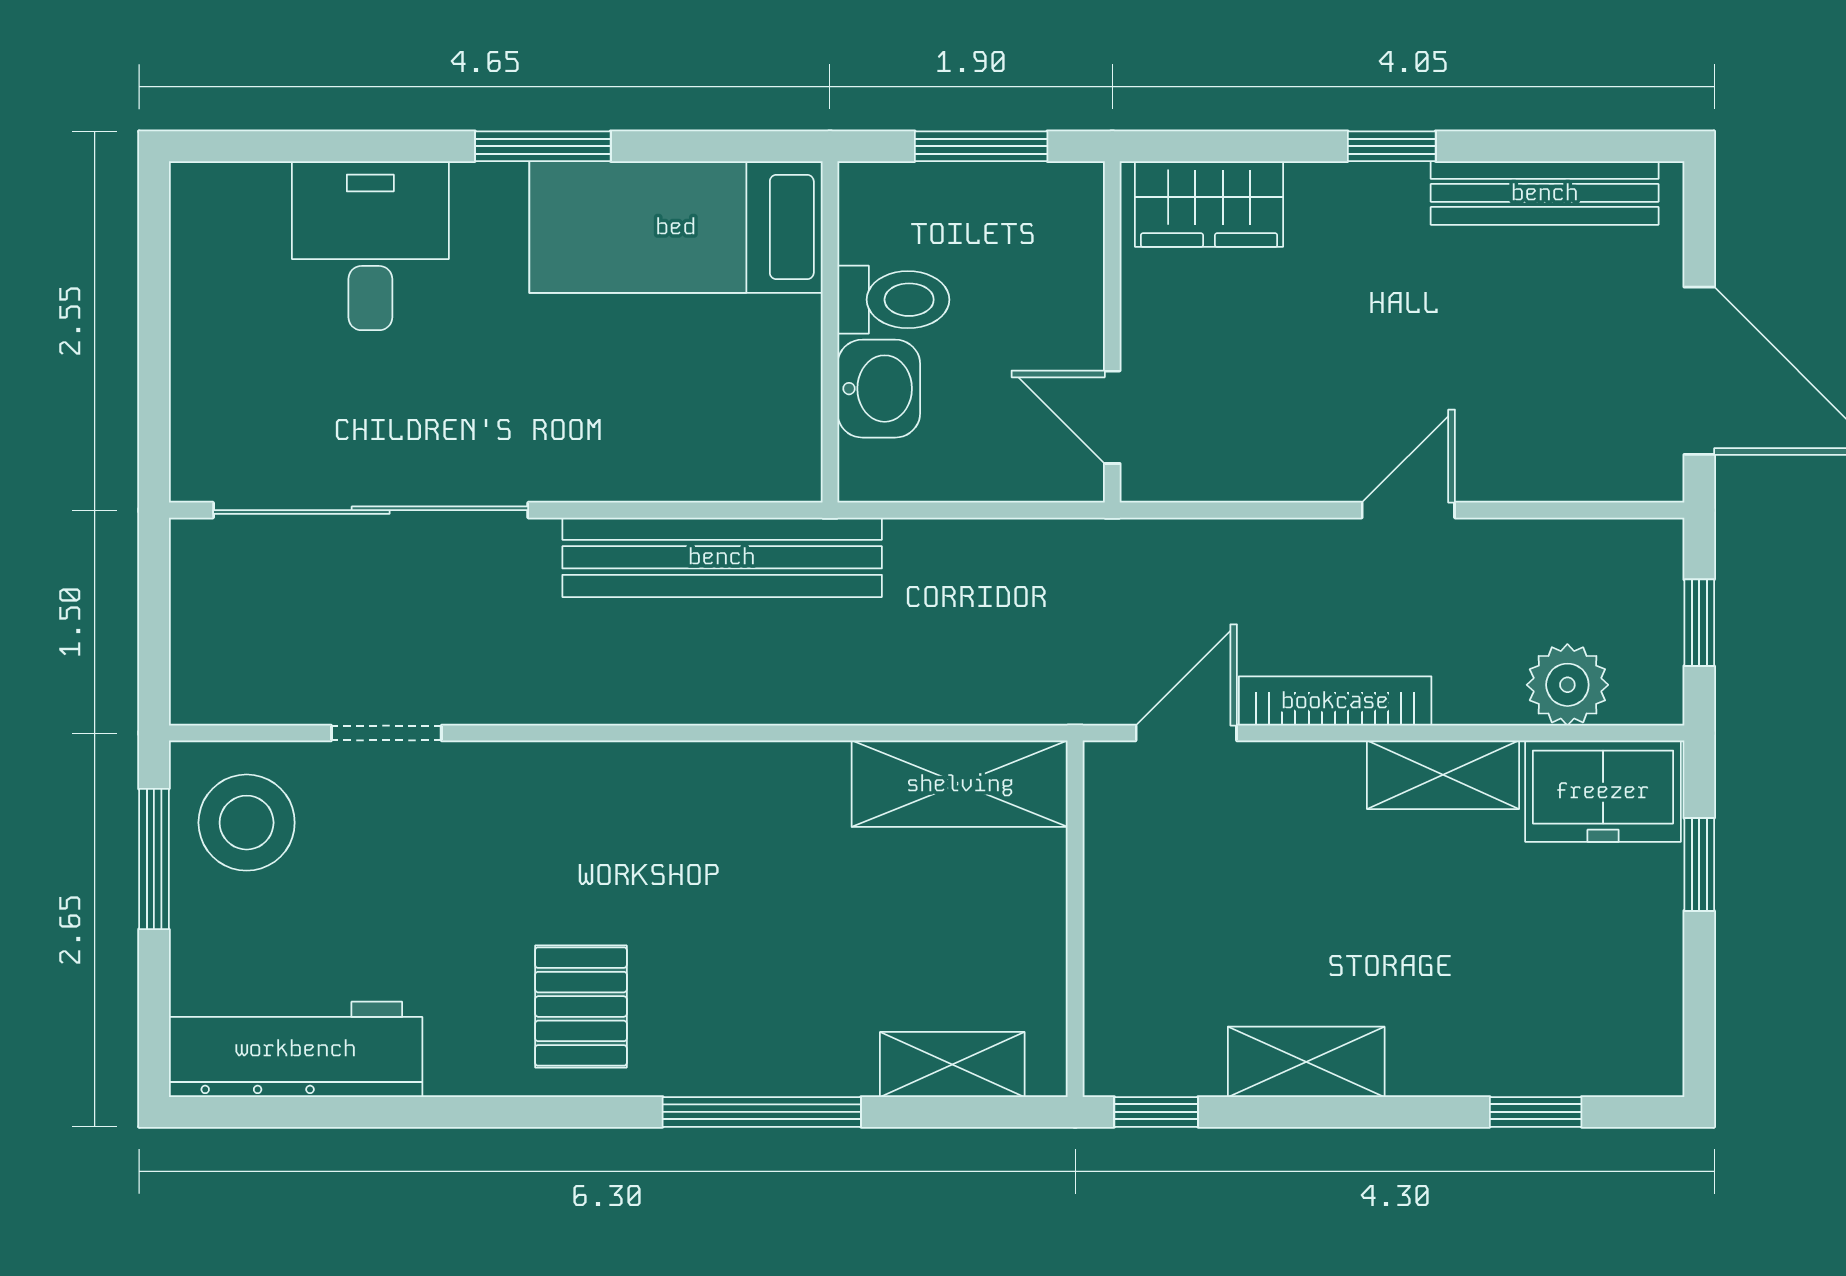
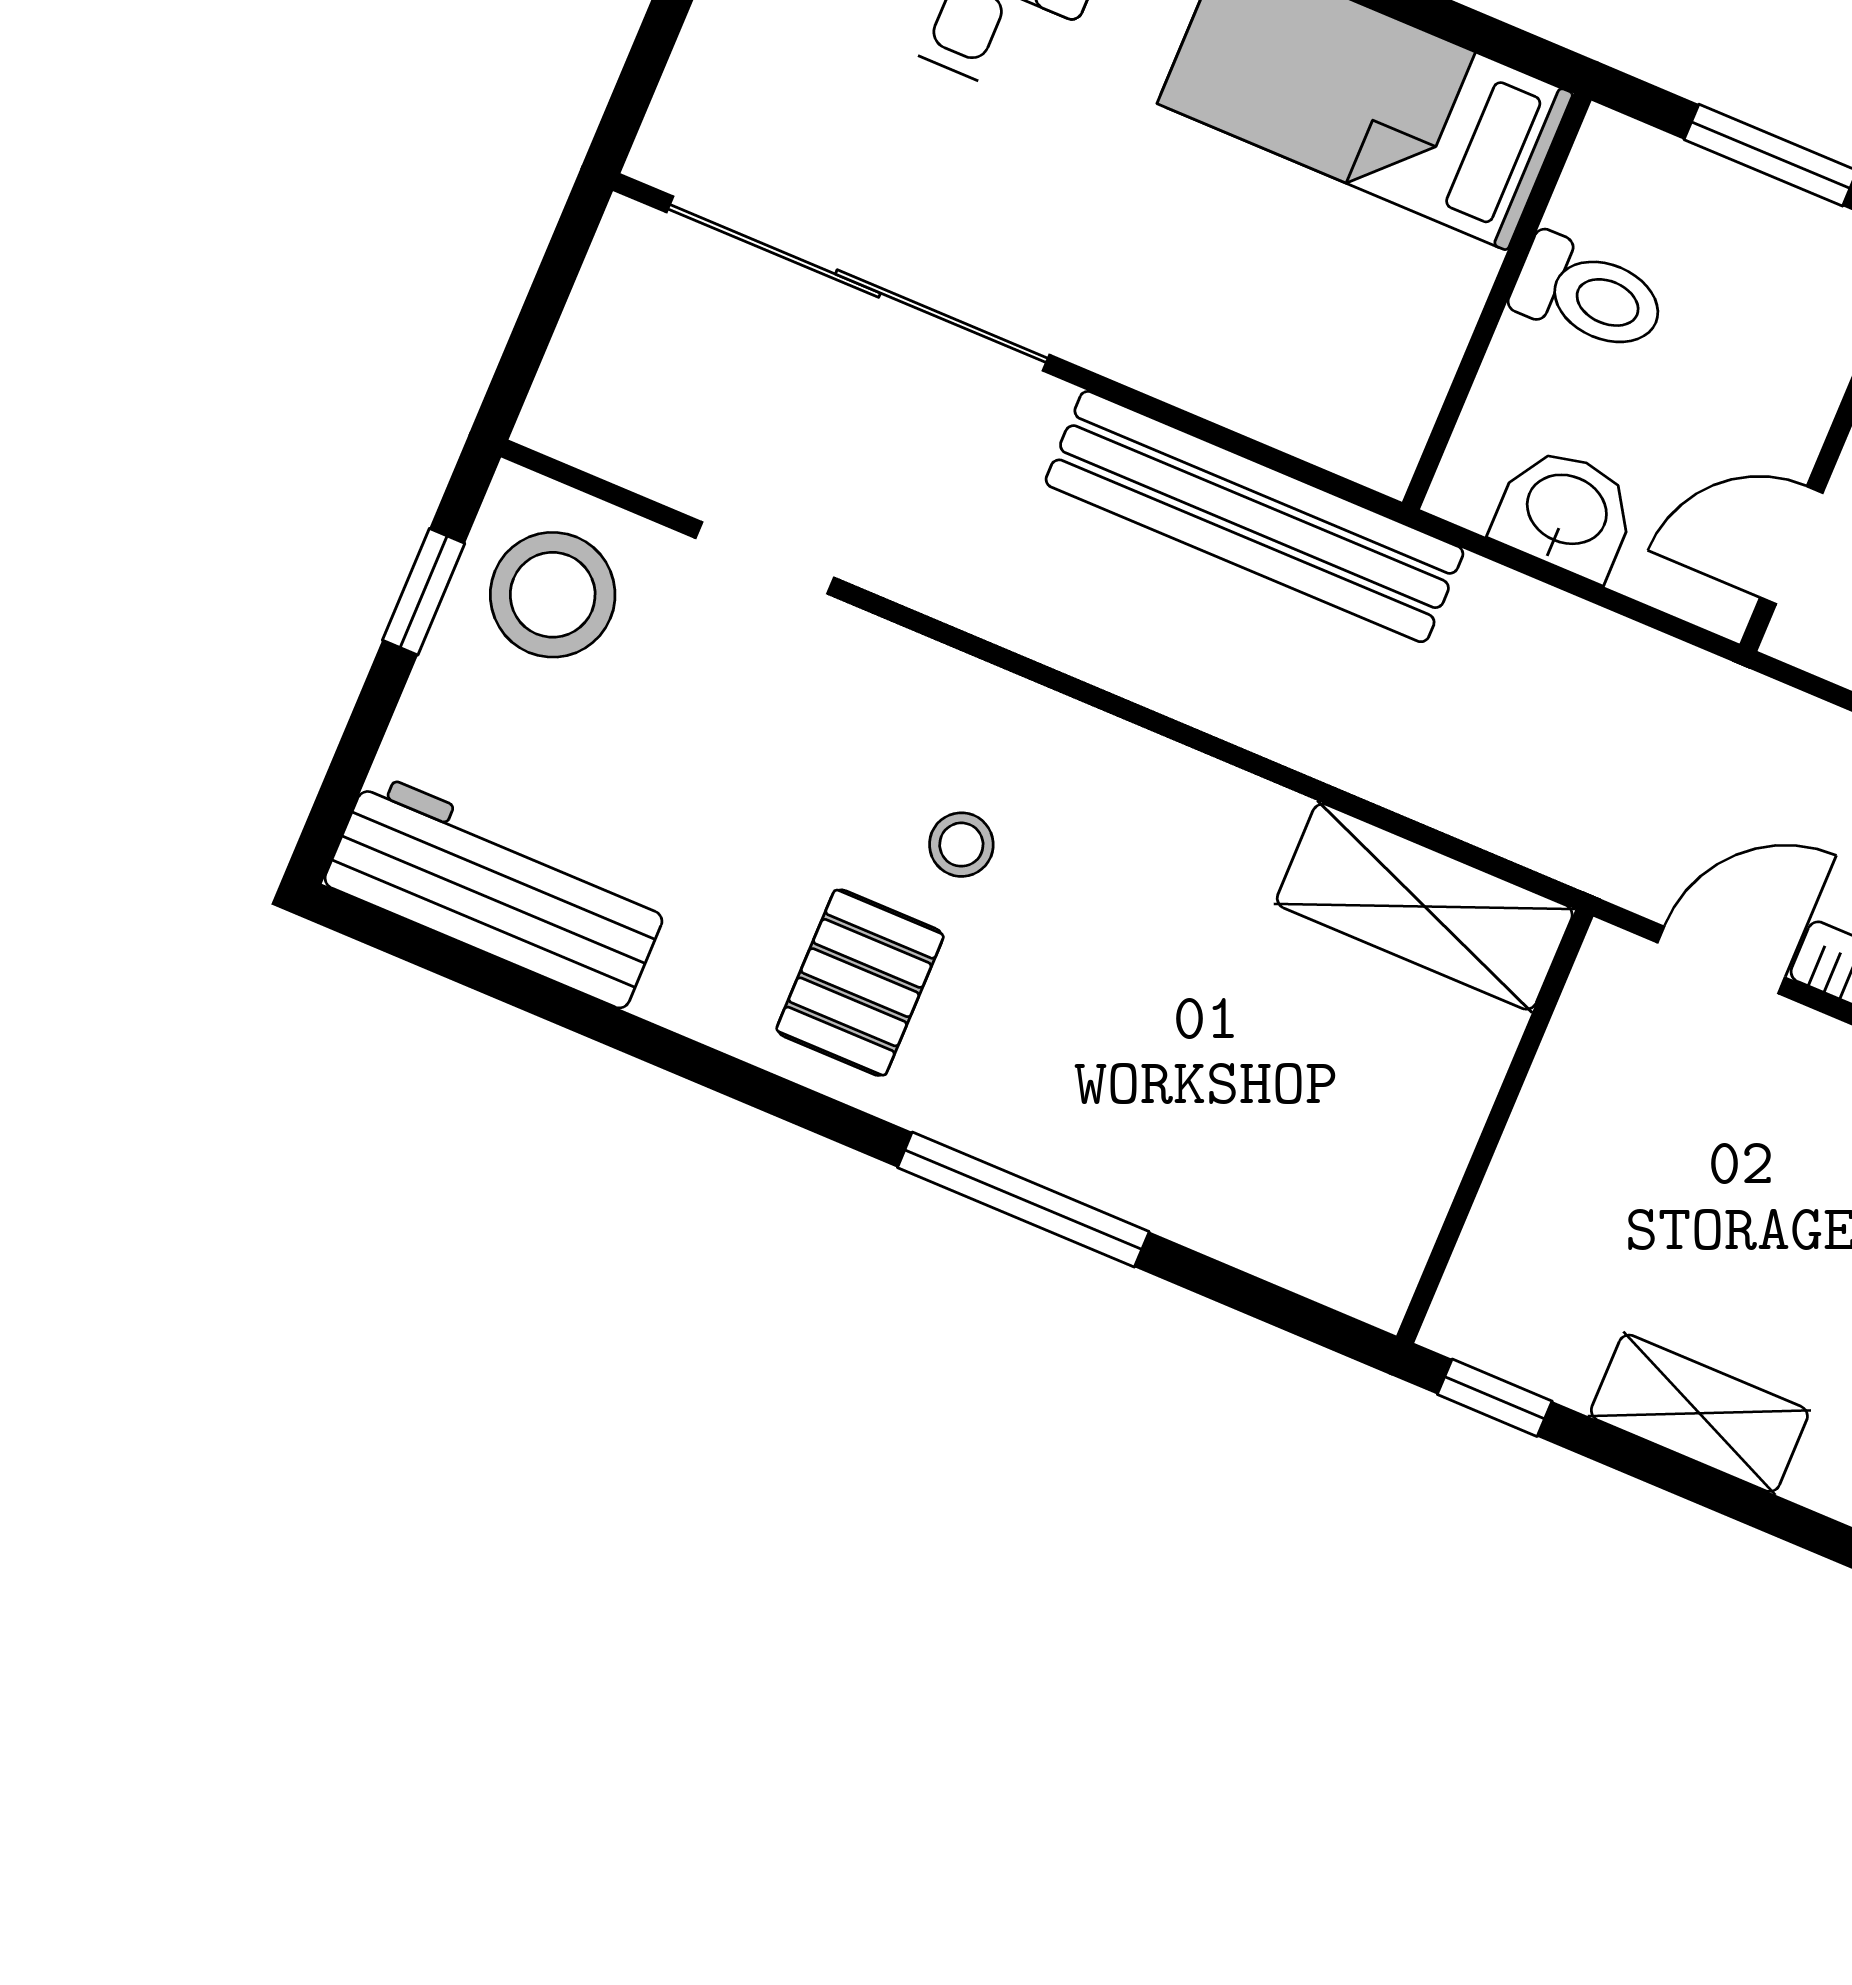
washbasin: (879, 389) -> (1566, 512), moved, turned -90
door: (1112, 417) -> (1791, 545), hinge flipped
window: (154, 859) -> (424, 592), width x0.67
stool: (612, 878) -> (961, 845), added
shelving: (952, 1065) -> (1275, 1239), removed

